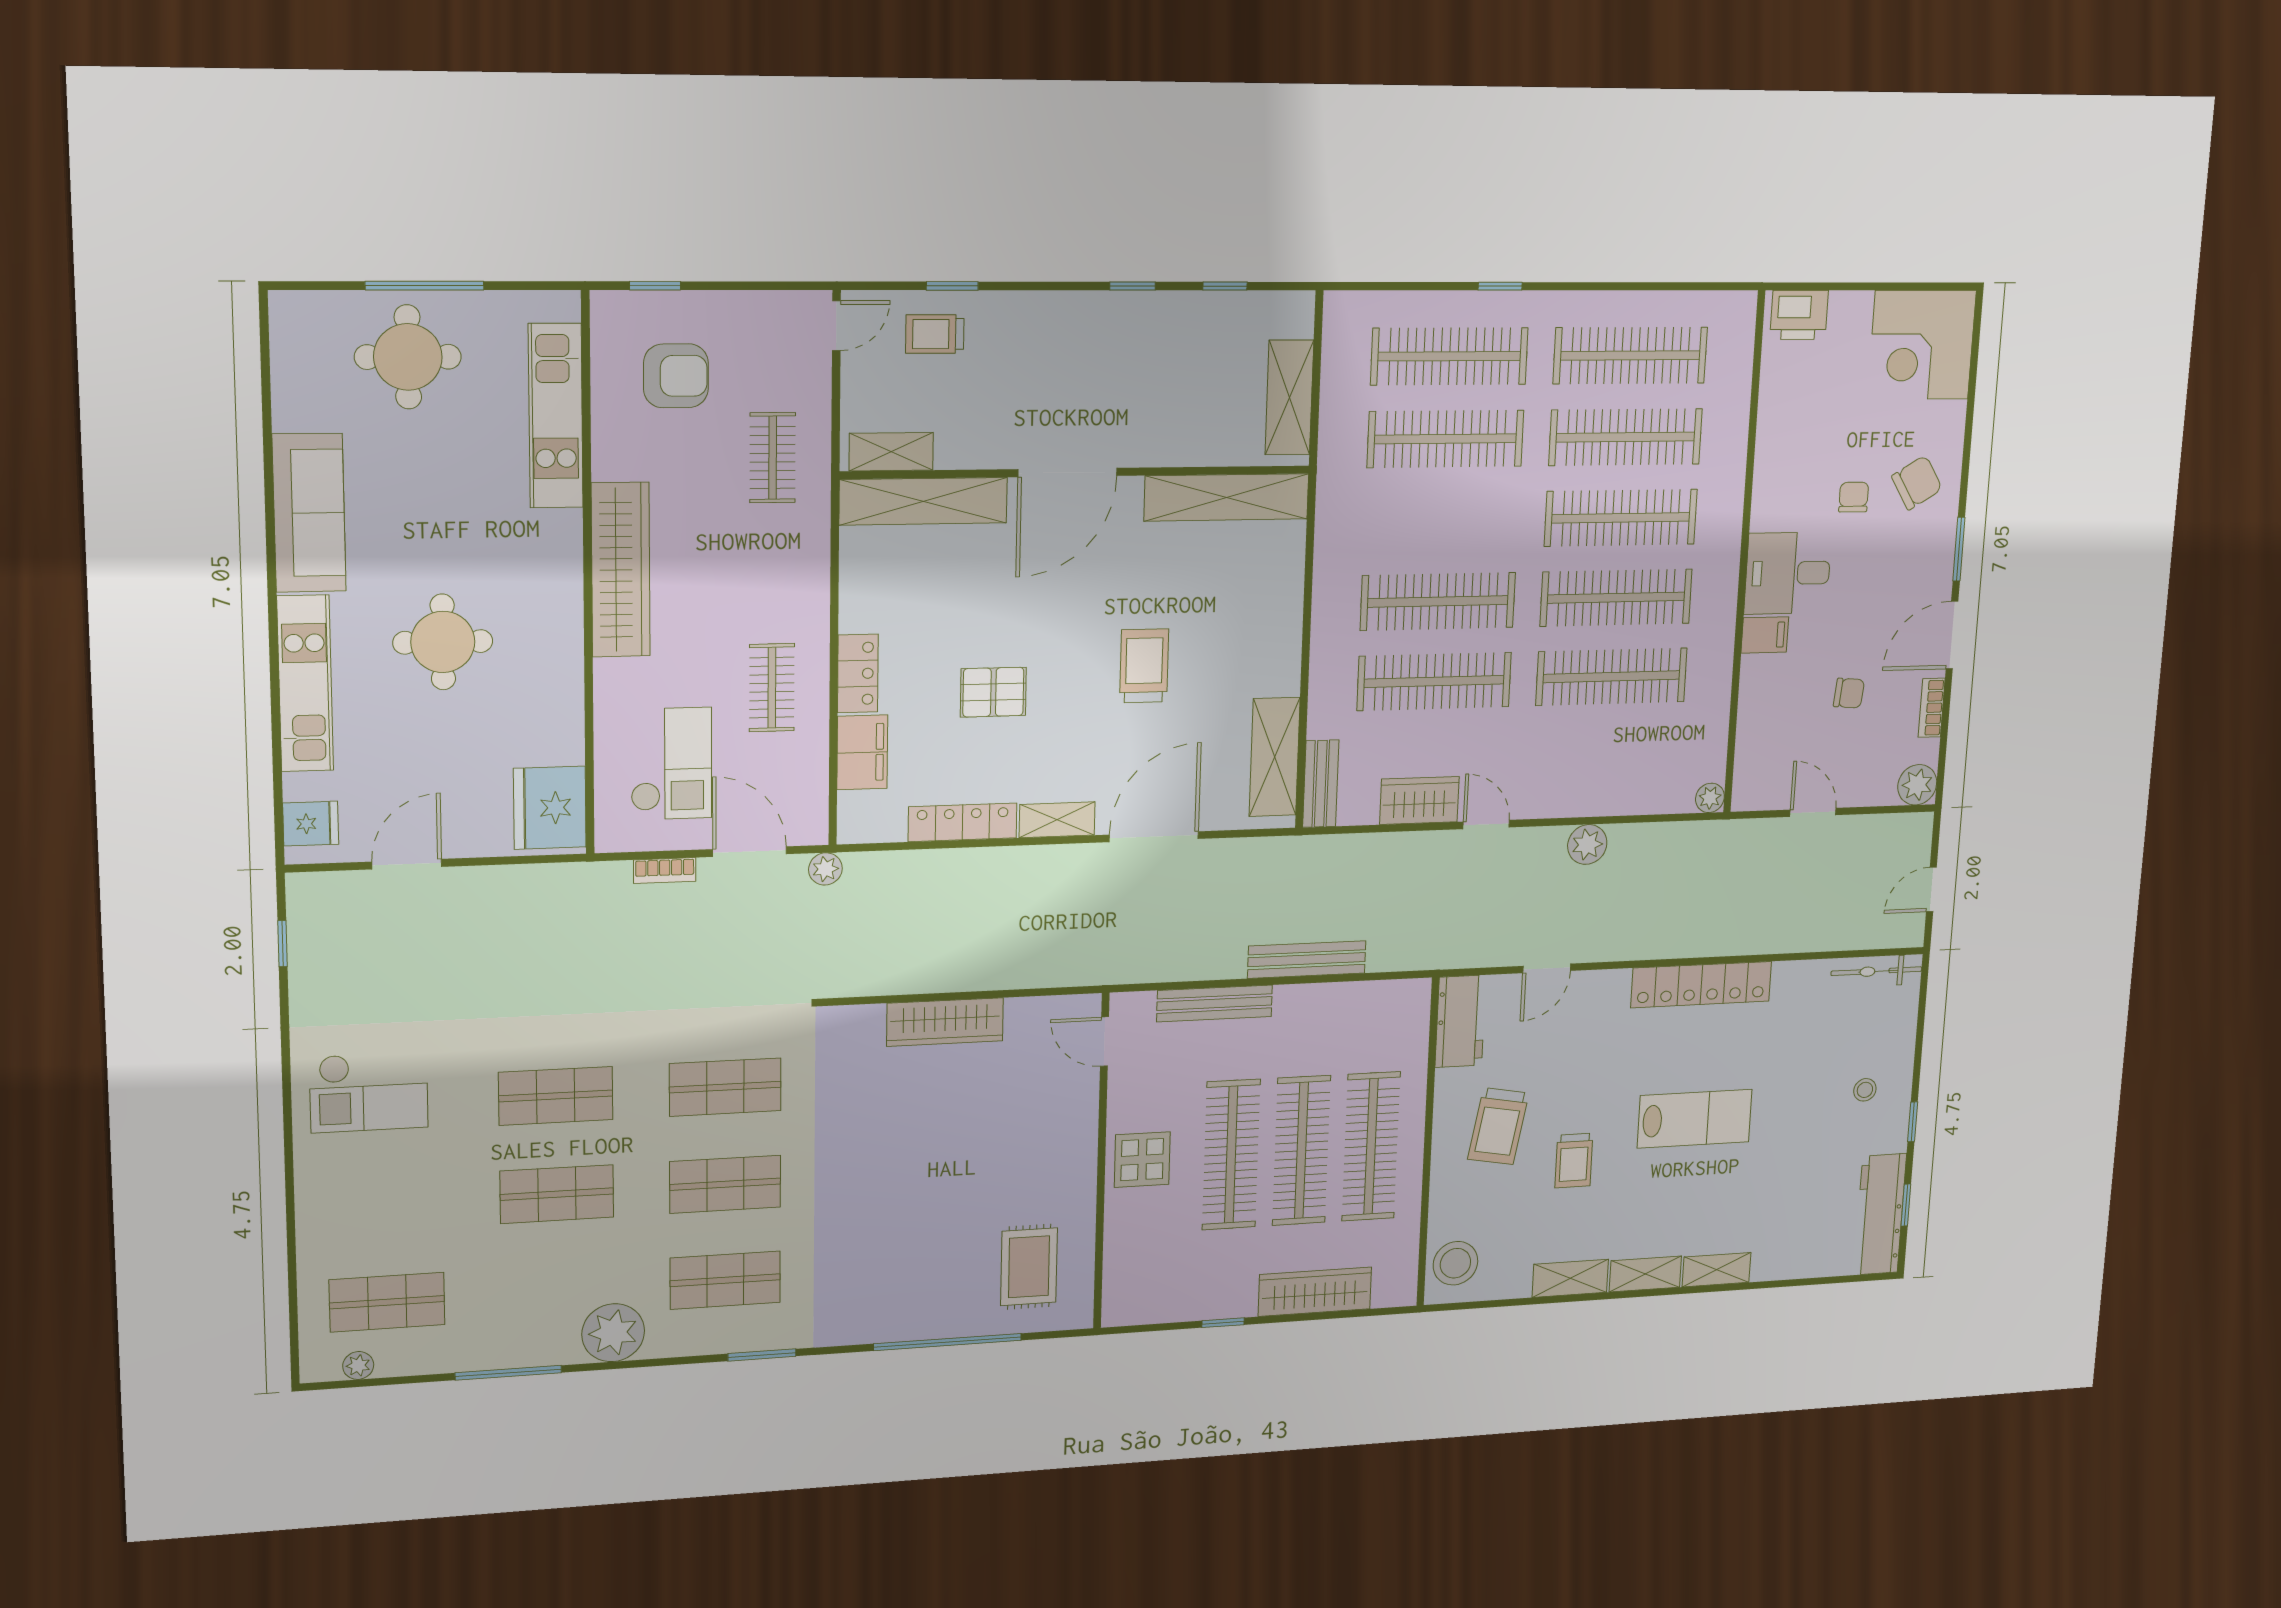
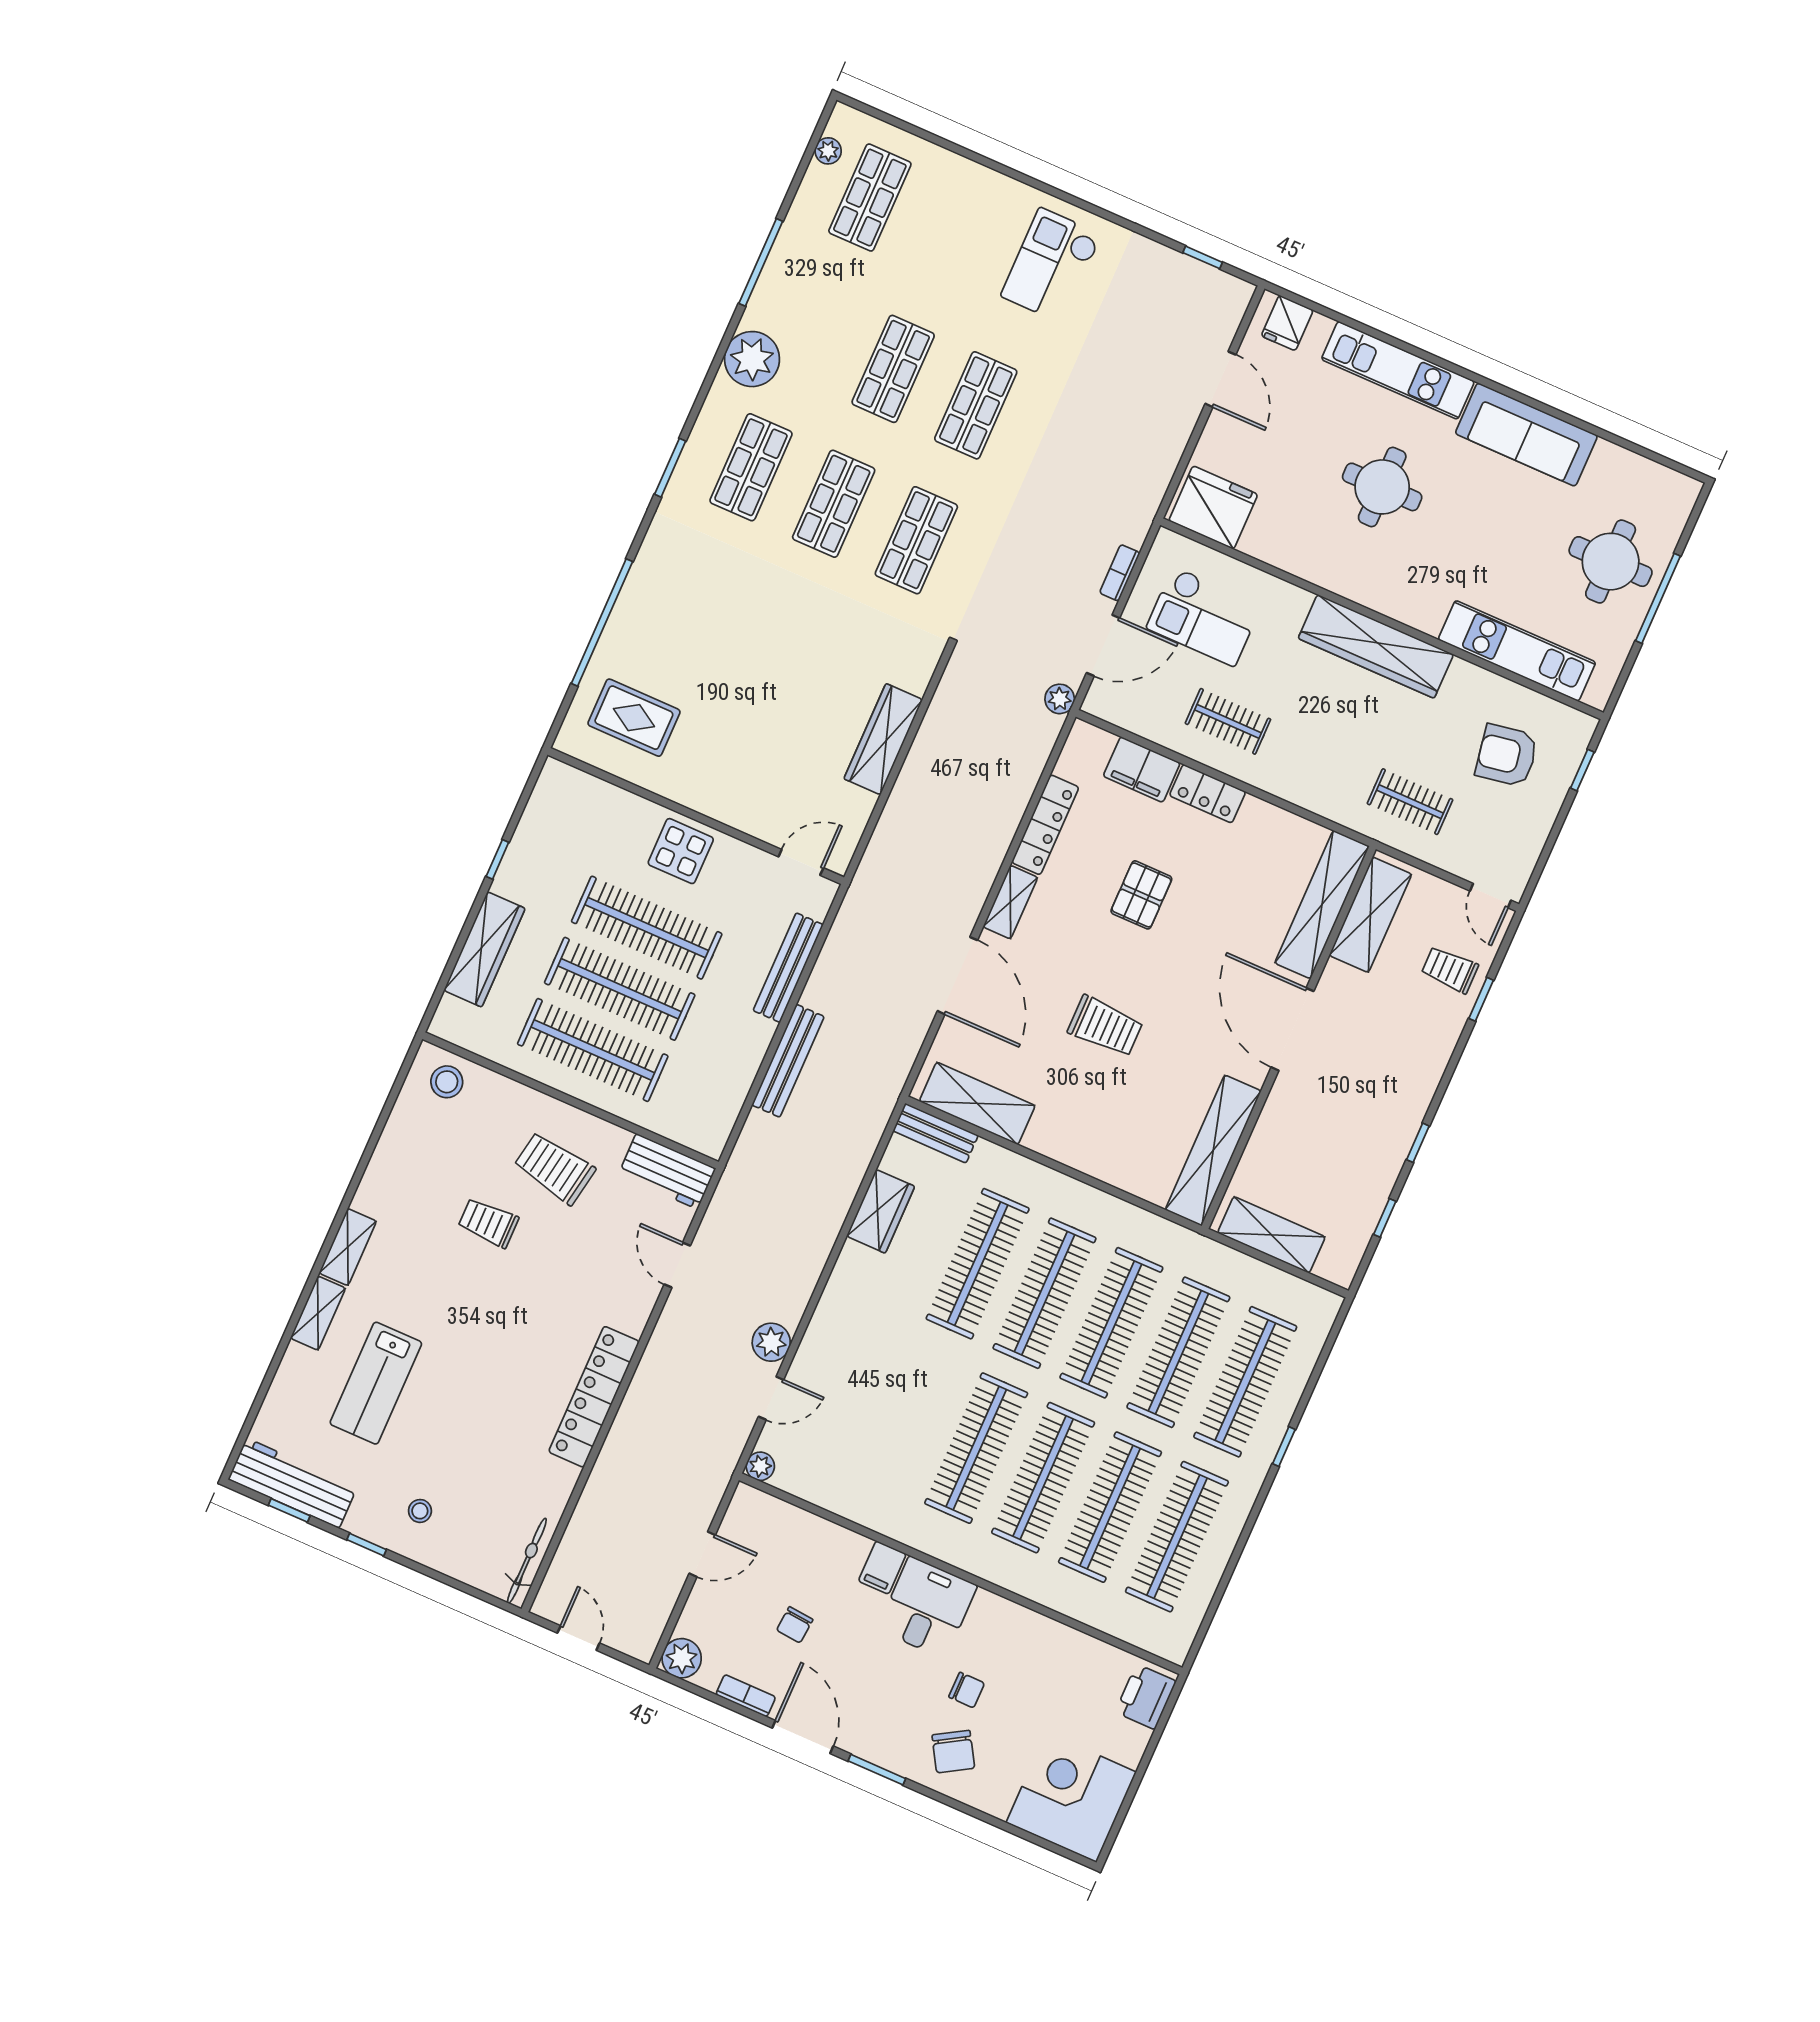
trolley: (935, 334) -> (1450, 970), turned -90
armchair: (676, 376) -> (1507, 755), turned 80
shelving: (891, 452) -> (1370, 915), width x1.50, depth x1.33
clothes rail: (1612, 677) -> (1111, 1323), moved
door: (1486, 824) -> (771, 1398), moved
lab bench: (1695, 1119) -> (376, 1383), moved
stool: (1455, 1263) -> (447, 1082), width x0.73, depth x0.73
shelving: (1570, 1278) -> (379, 1178), removed

